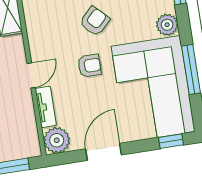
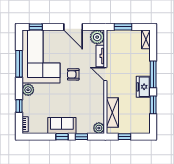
armchair: (95, 21) -> (67, 98), removed
door: (31, 75) -> (105, 74), hinge flipped
door: (103, 152) -> (73, 27), hinge flipped

